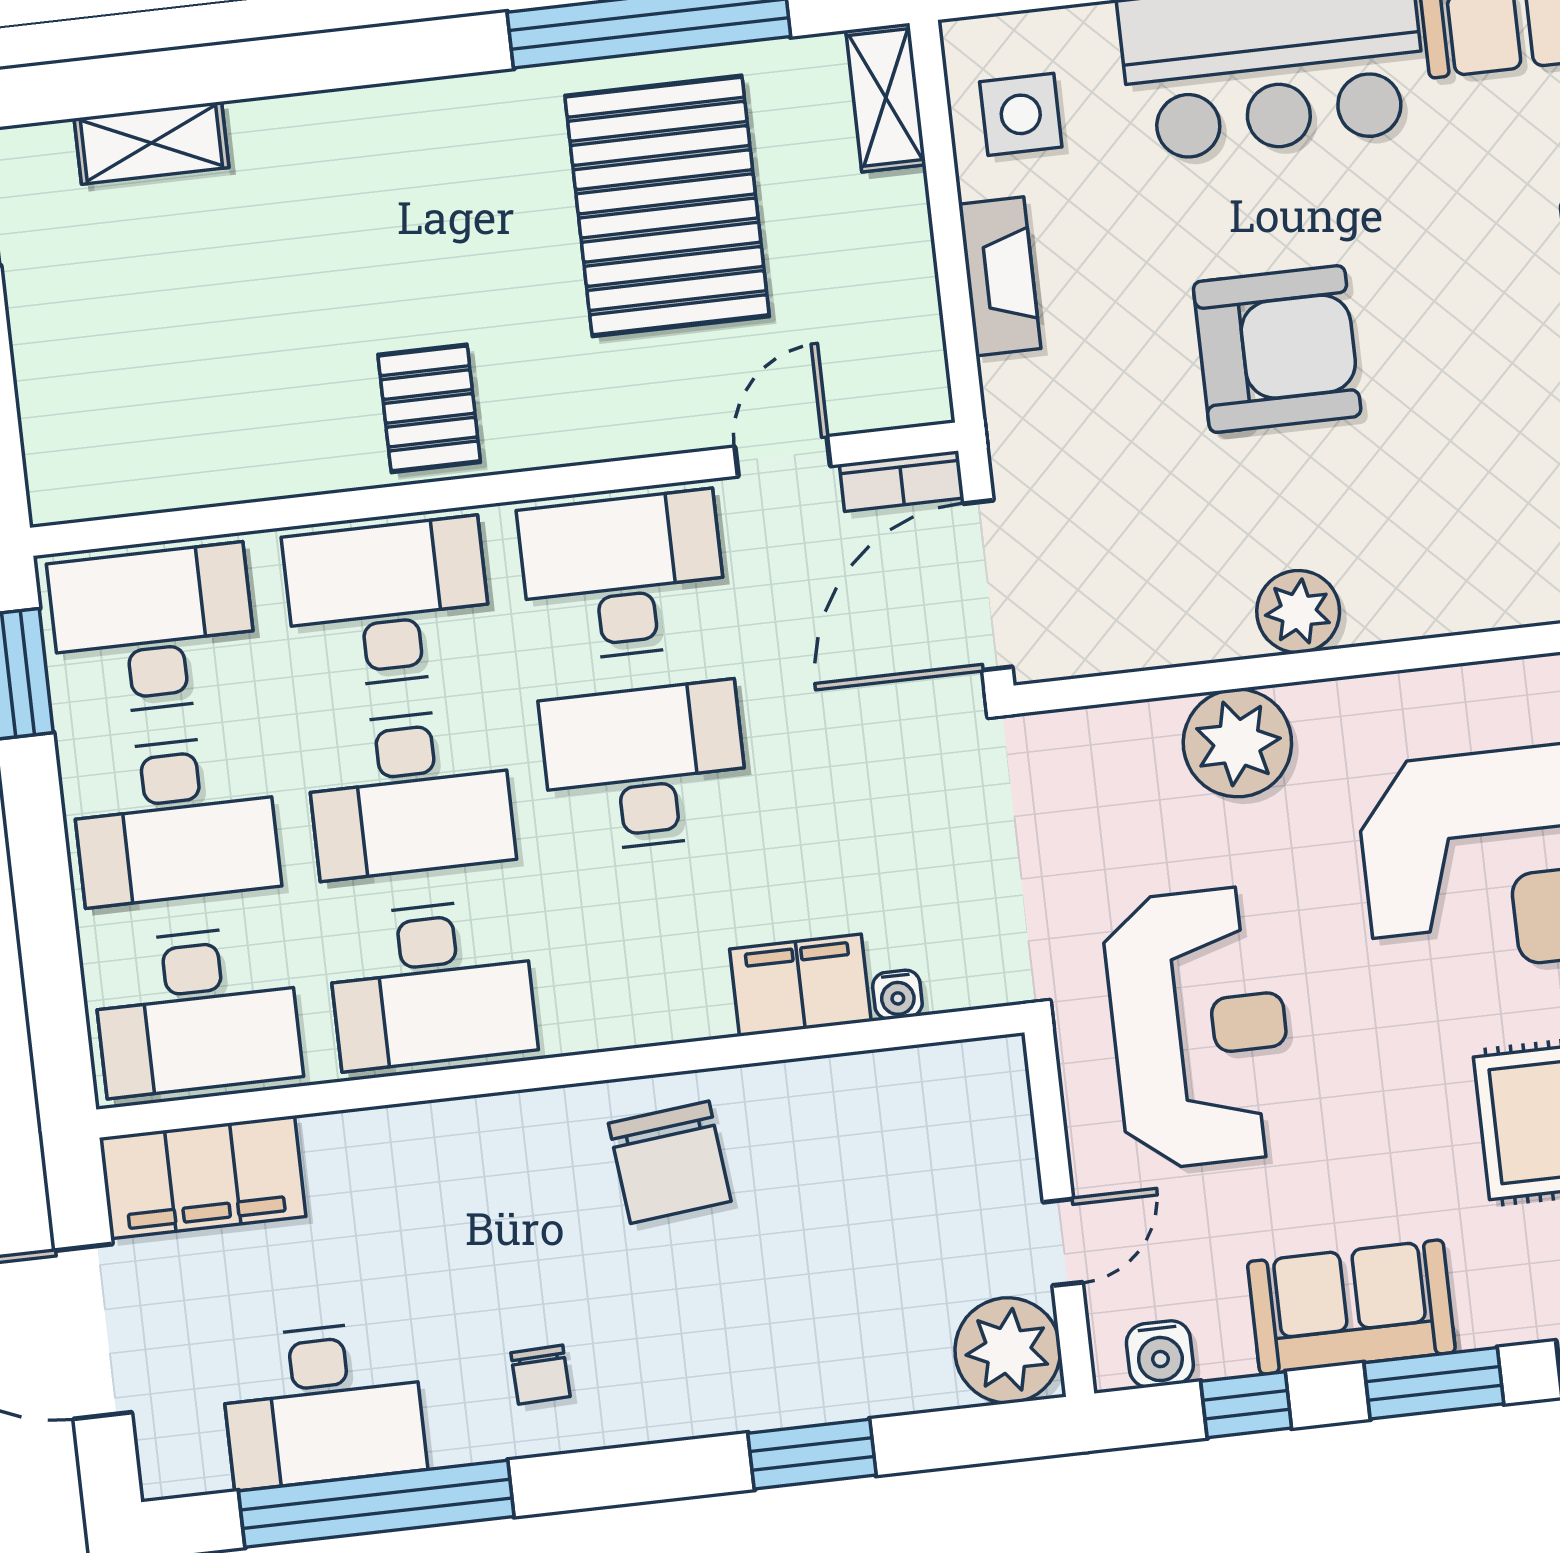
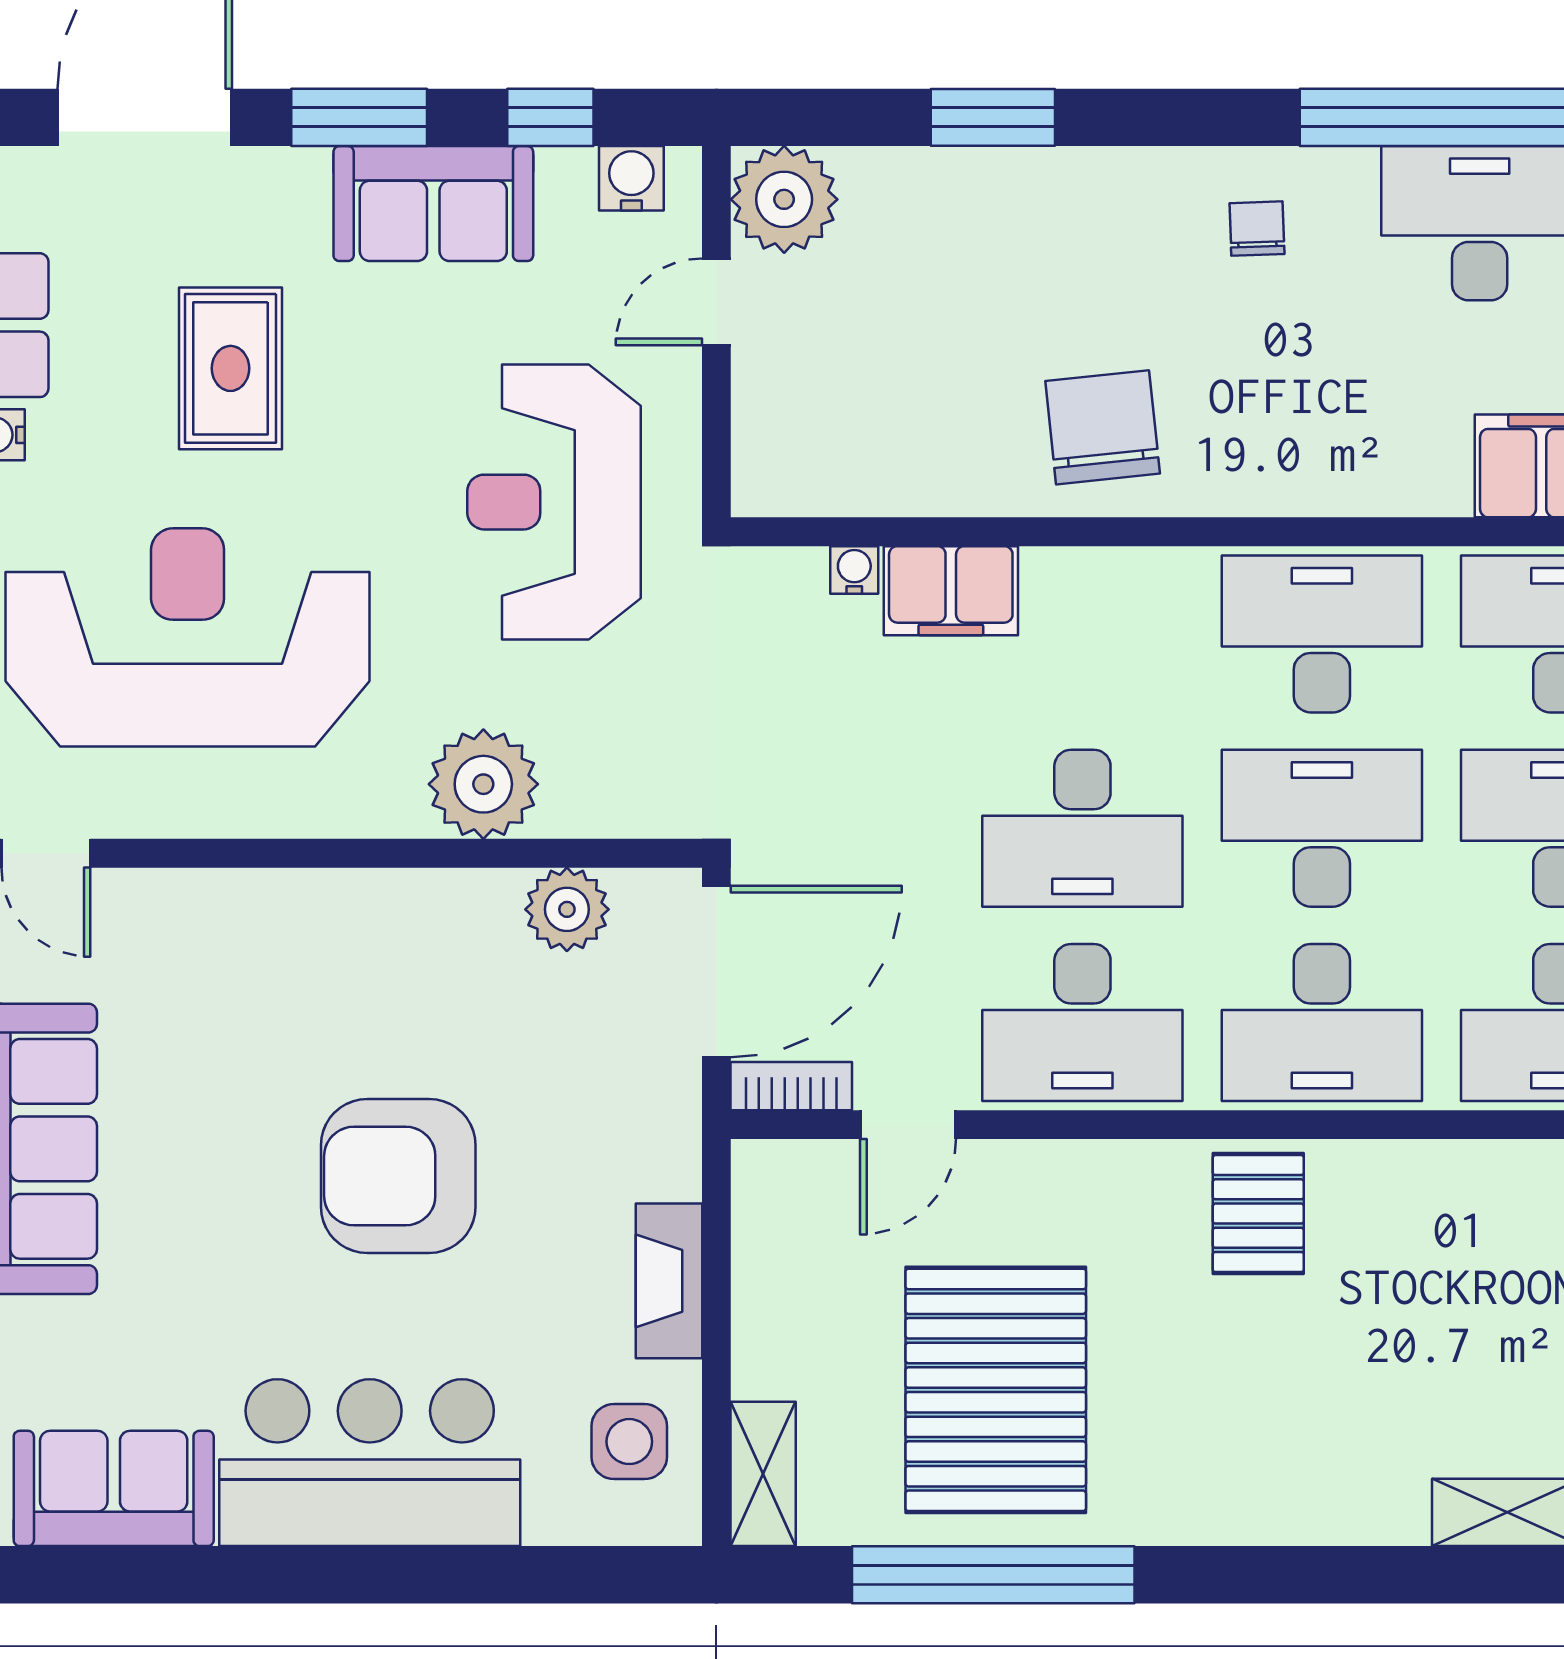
plant: (1298, 612) -> (567, 909), moved

